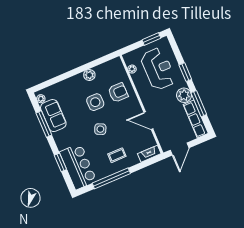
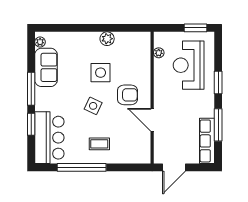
reception desk: (158, 69) -> (189, 65), turned 180
armchair: (118, 92) -> (127, 95), moved
plant: (184, 95) -> (205, 108), removed
window: (44, 124) -> (31, 89), moved
fireplace: (149, 154) -> (137, 158), removed

